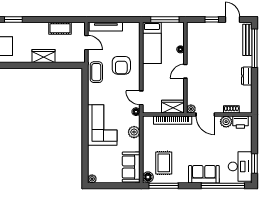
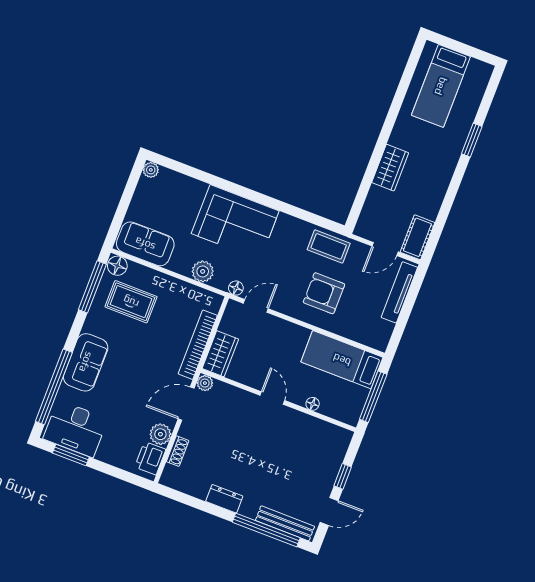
cot: (60, 28) -> (417, 237), moved

